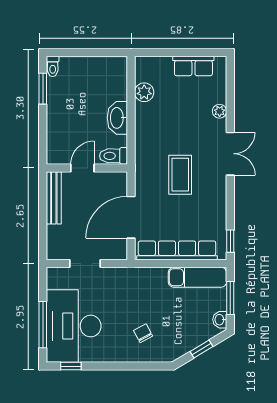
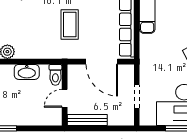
door: (82, 168) -> (65, 98), hinge flipped
coffee table: (180, 175) -> (70, 24), turned 90

